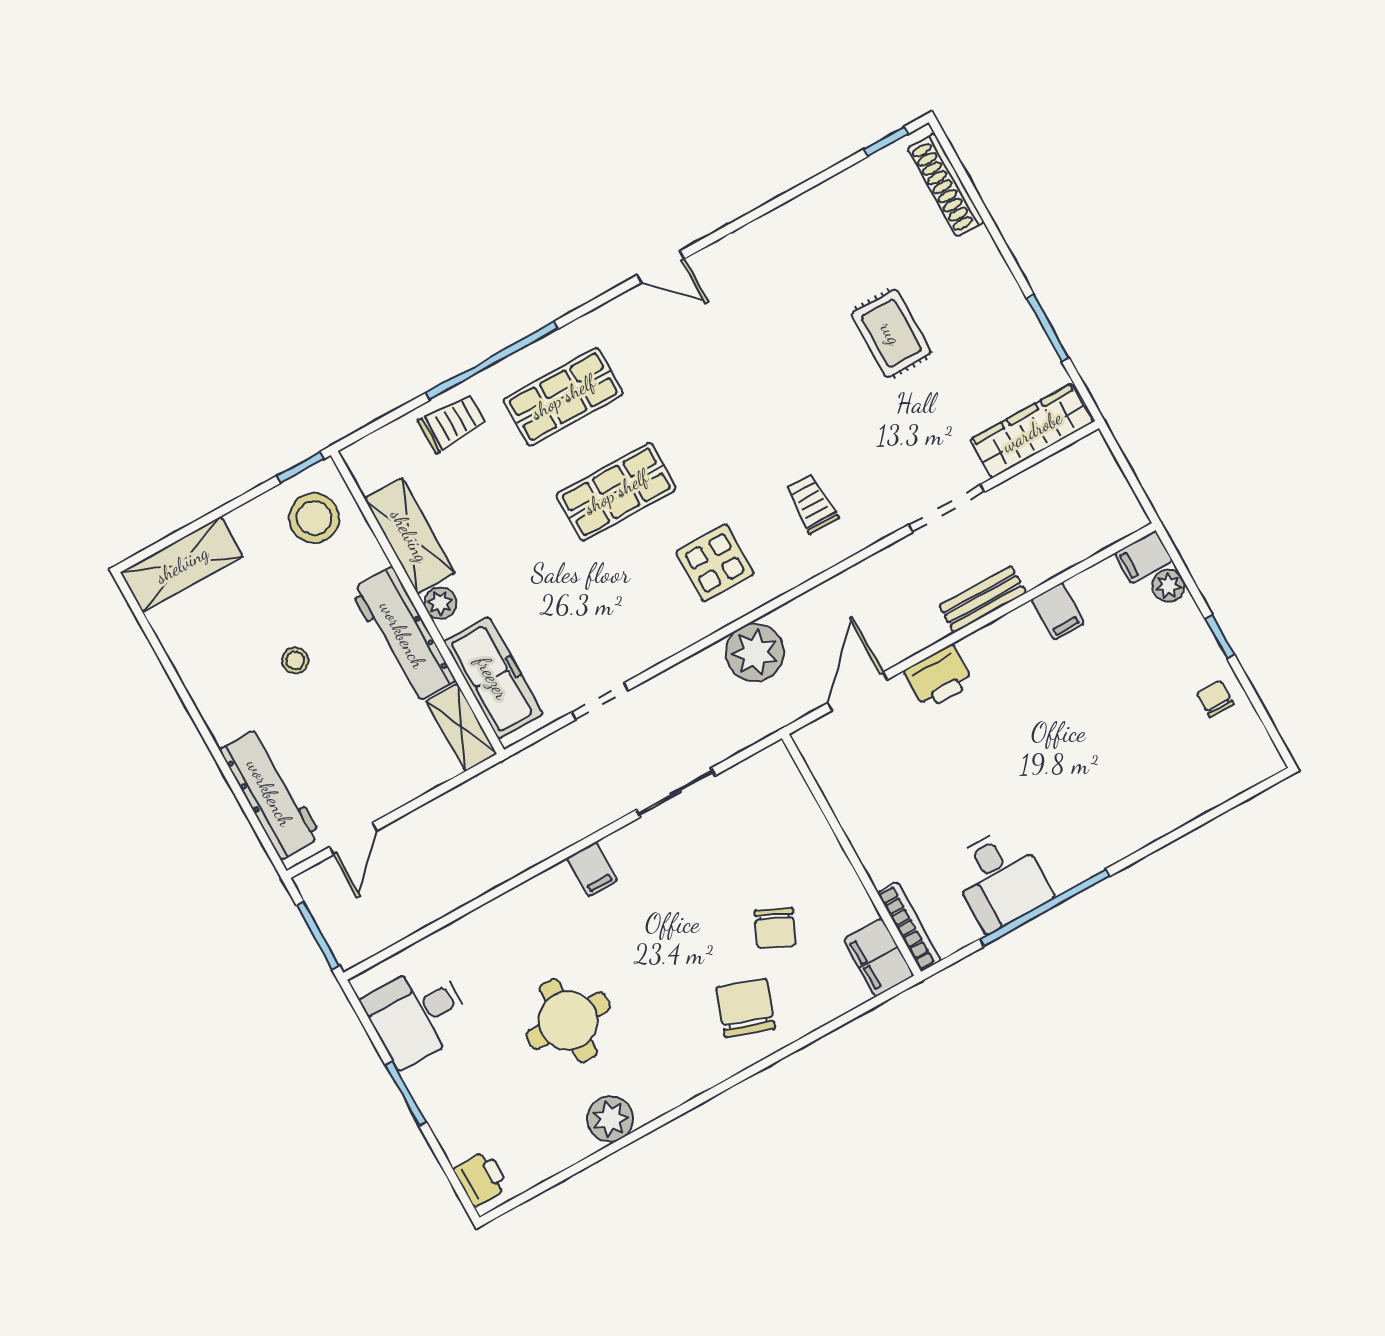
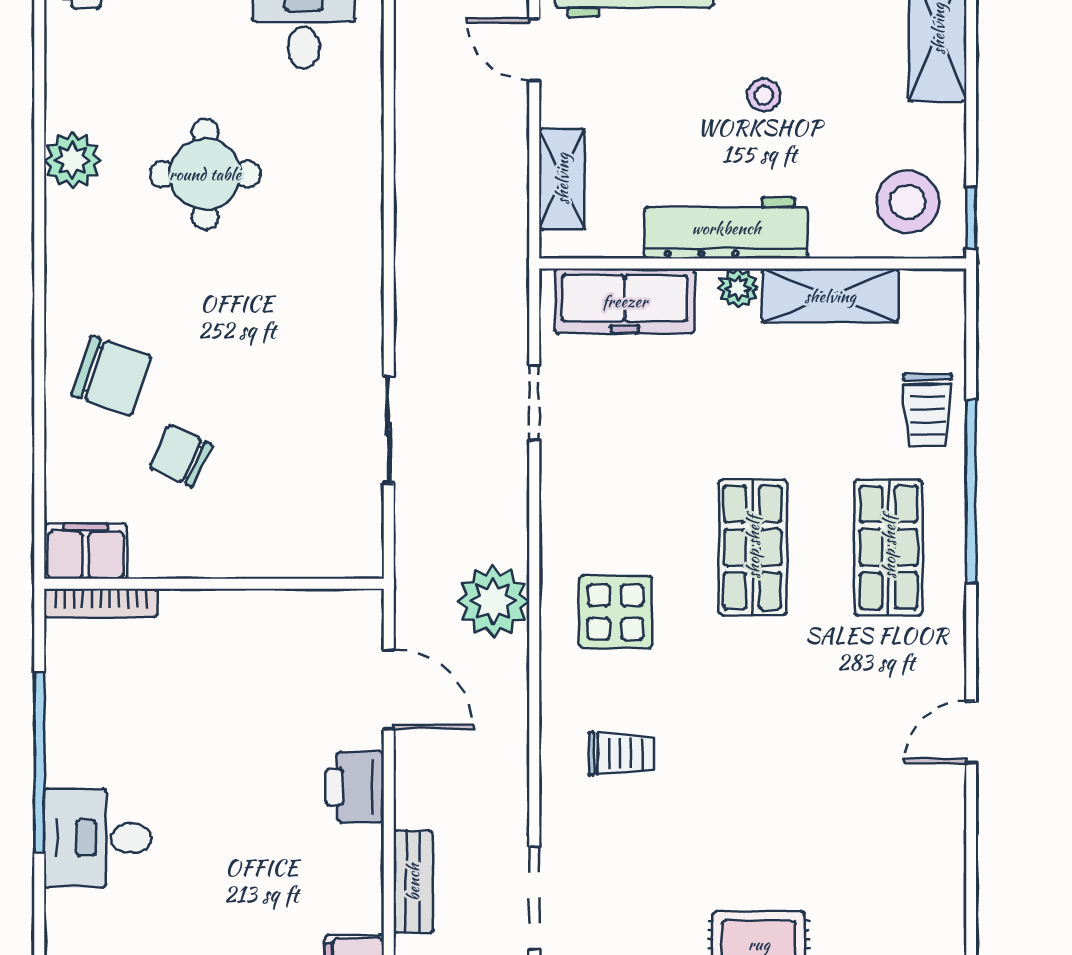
shelving: (462, 727) -> (562, 179), moved, turned 90
filing cabinet: (592, 869) -> (356, 292), removed
desk: (1000, 879) -> (98, 838), moved

